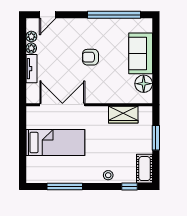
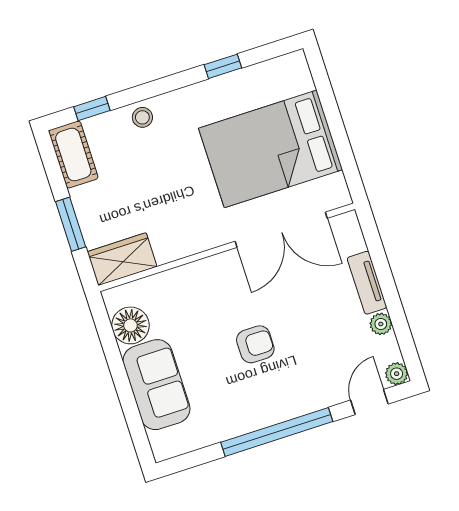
window: (114, 15) -> (277, 432), moved
plant: (31, 36) -> (397, 374), moved
wardrobe: (123, 115) -> (122, 259), moved
bed: (55, 142) -> (271, 149), width x1.50
window: (65, 186) -> (223, 66), width x0.46

